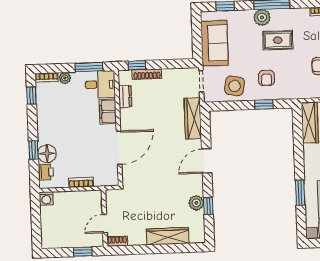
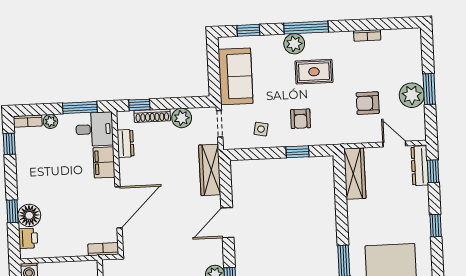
plant: (171, 76) -> (182, 118), added
side table: (235, 86) -> (261, 129), width x0.54, depth x0.54
bookcase: (81, 182) -> (103, 249), moved

